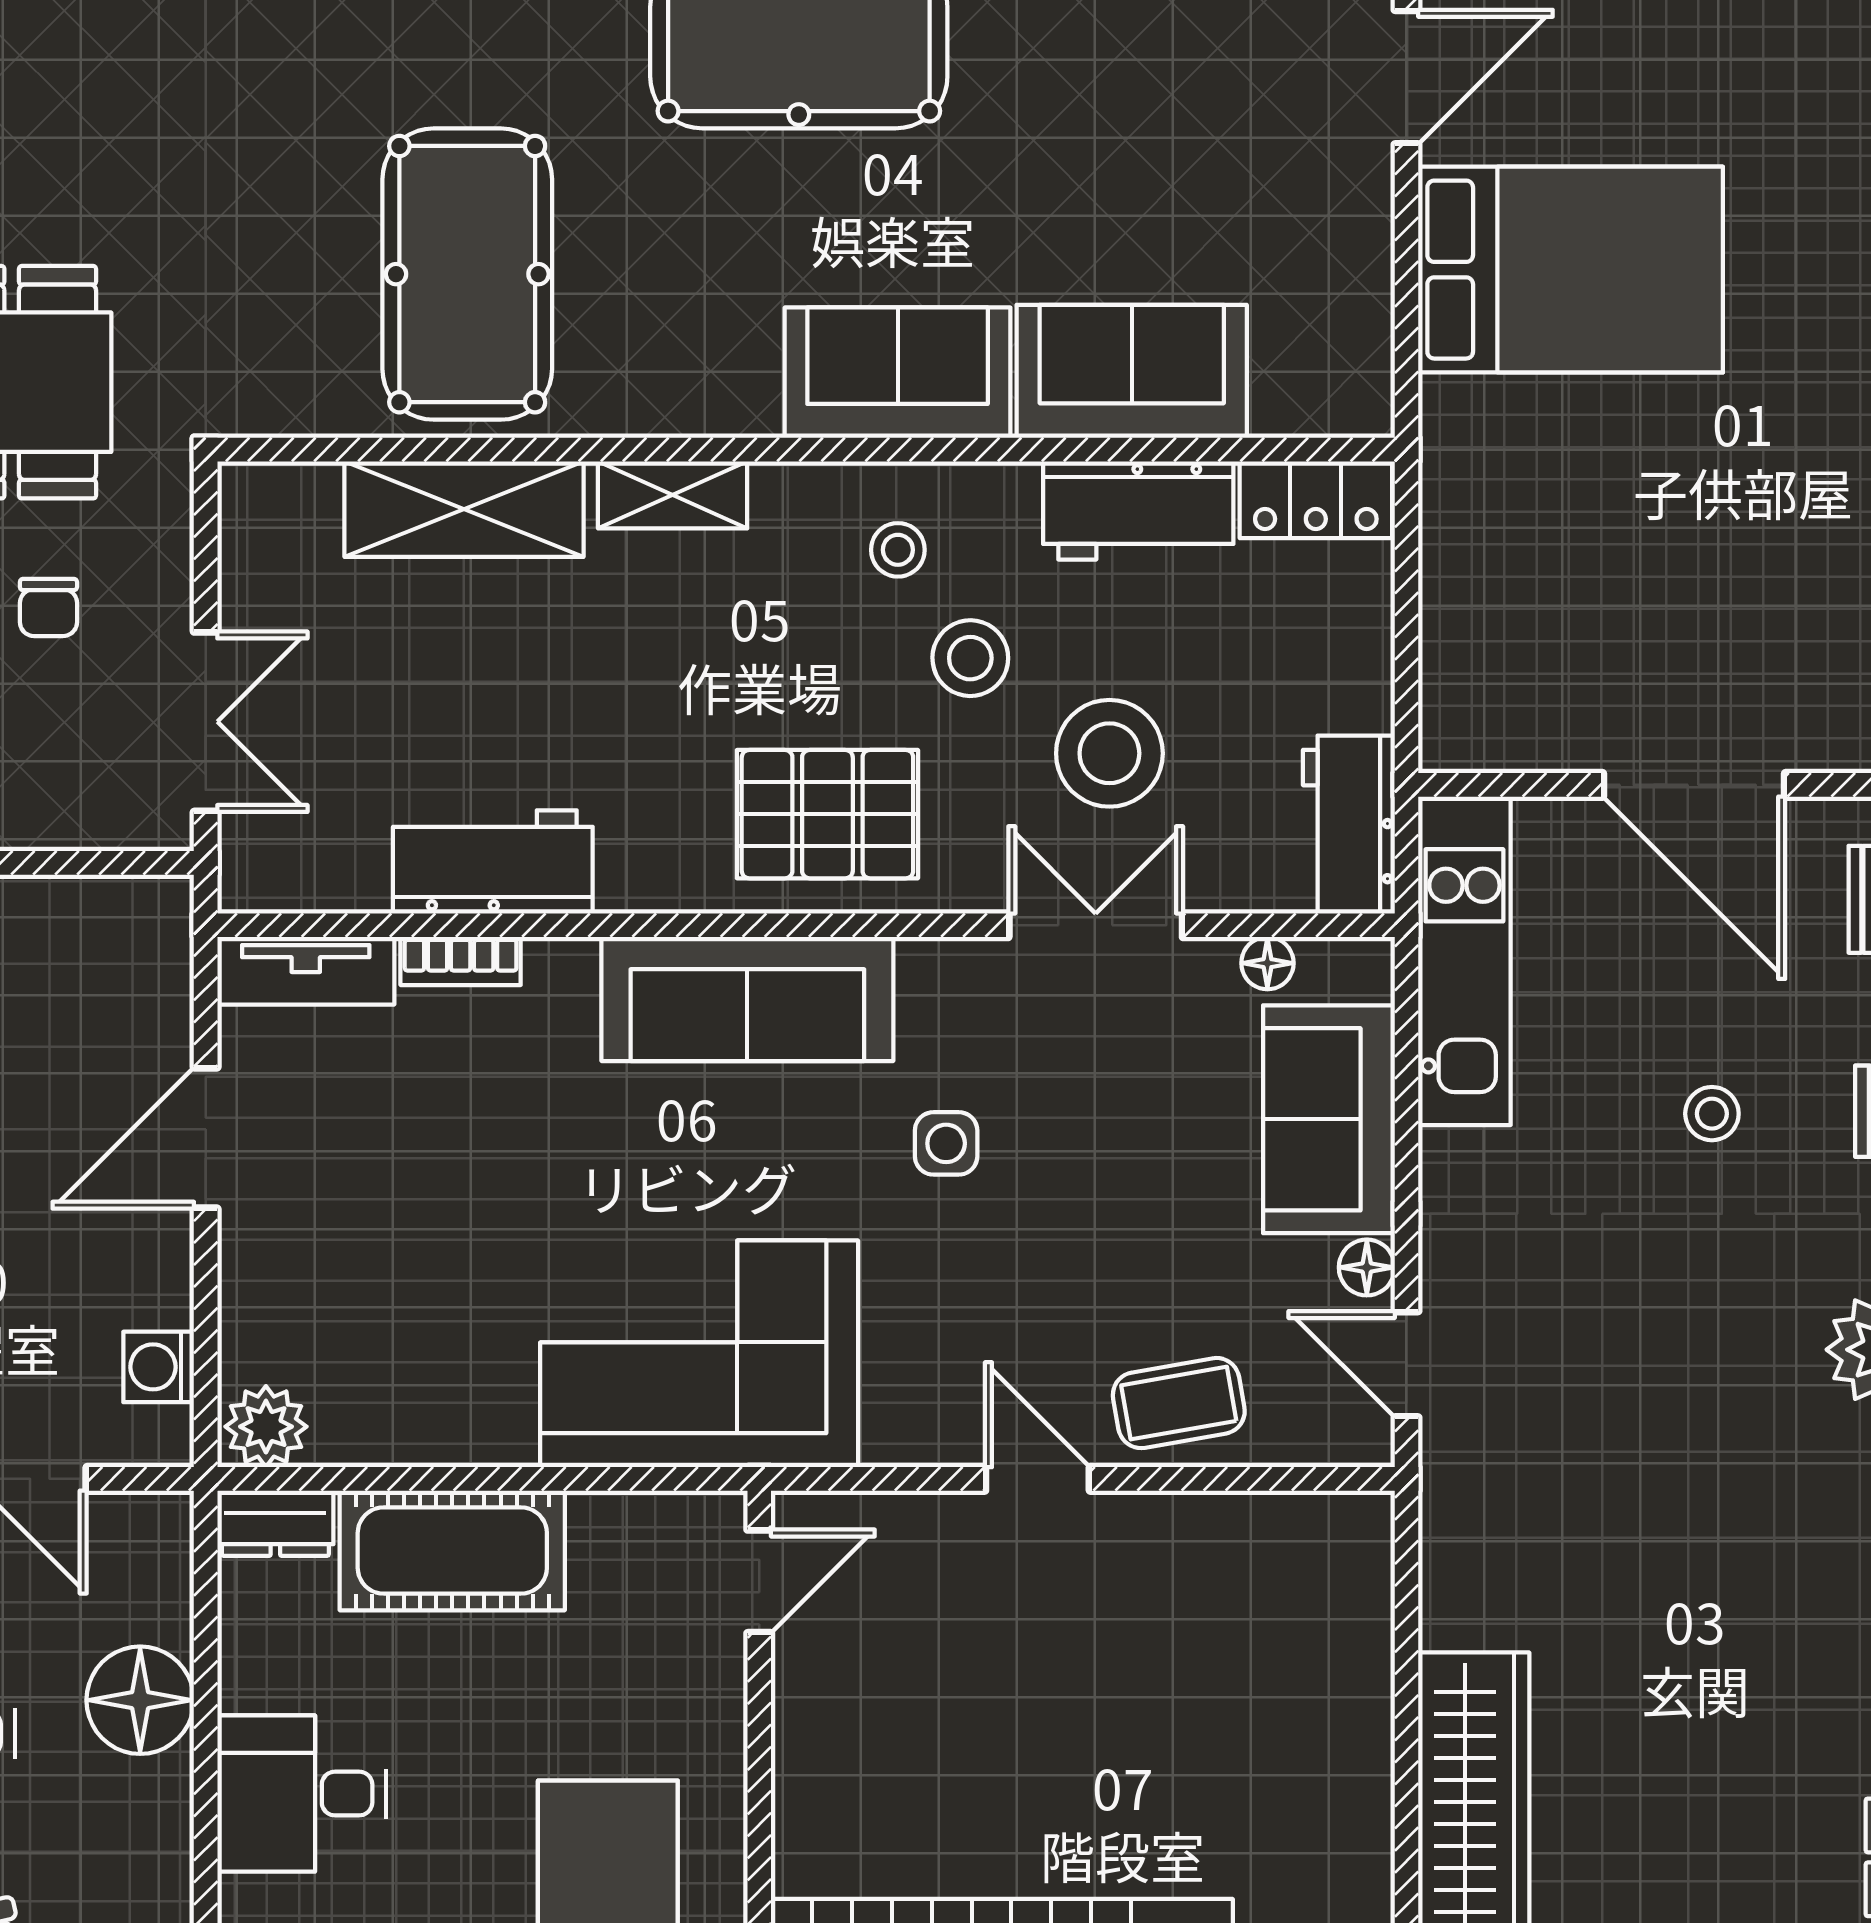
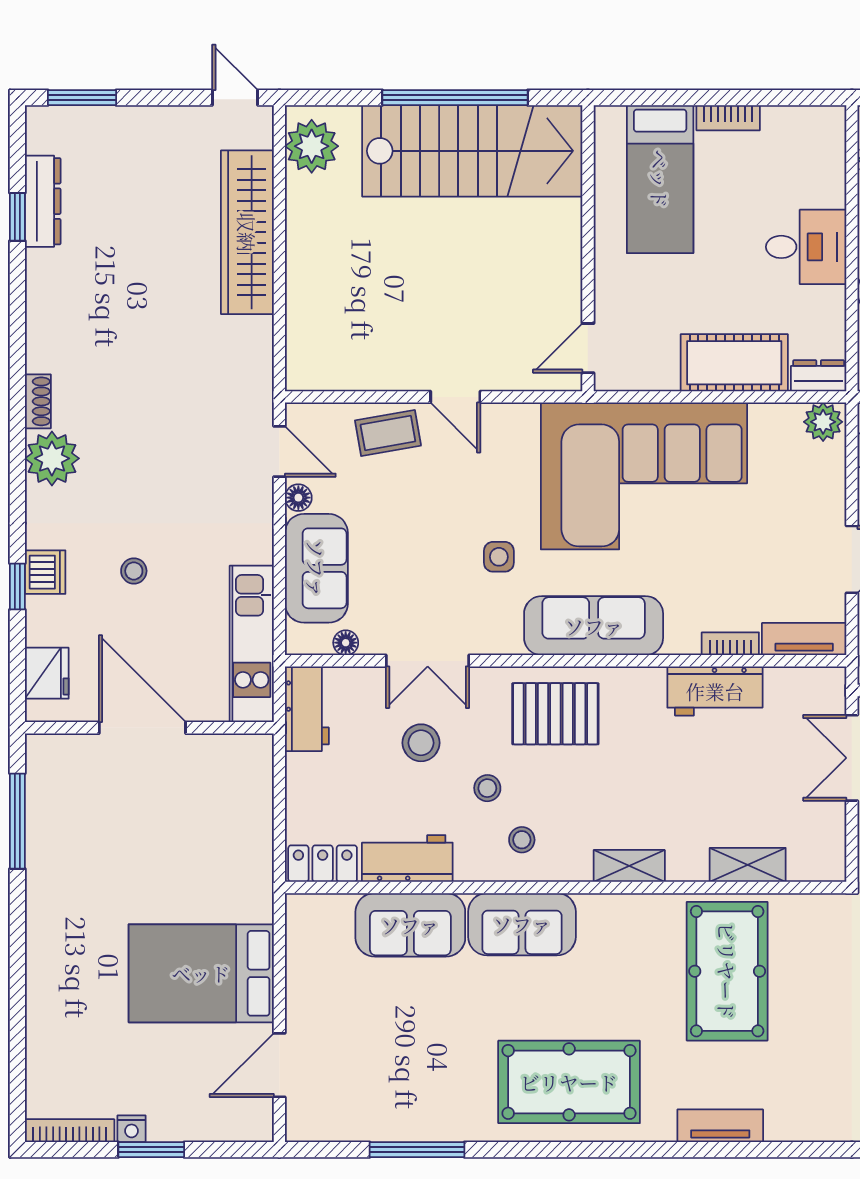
shelving: (464, 509) -> (748, 865), width x0.67, depth x0.75
stool: (970, 658) -> (487, 788), width x0.73, depth x0.73
stool: (1109, 753) -> (421, 743), width x0.73, depth x0.73
corner sofa: (699, 1354) -> (644, 476), width x1.36, depth x1.36

